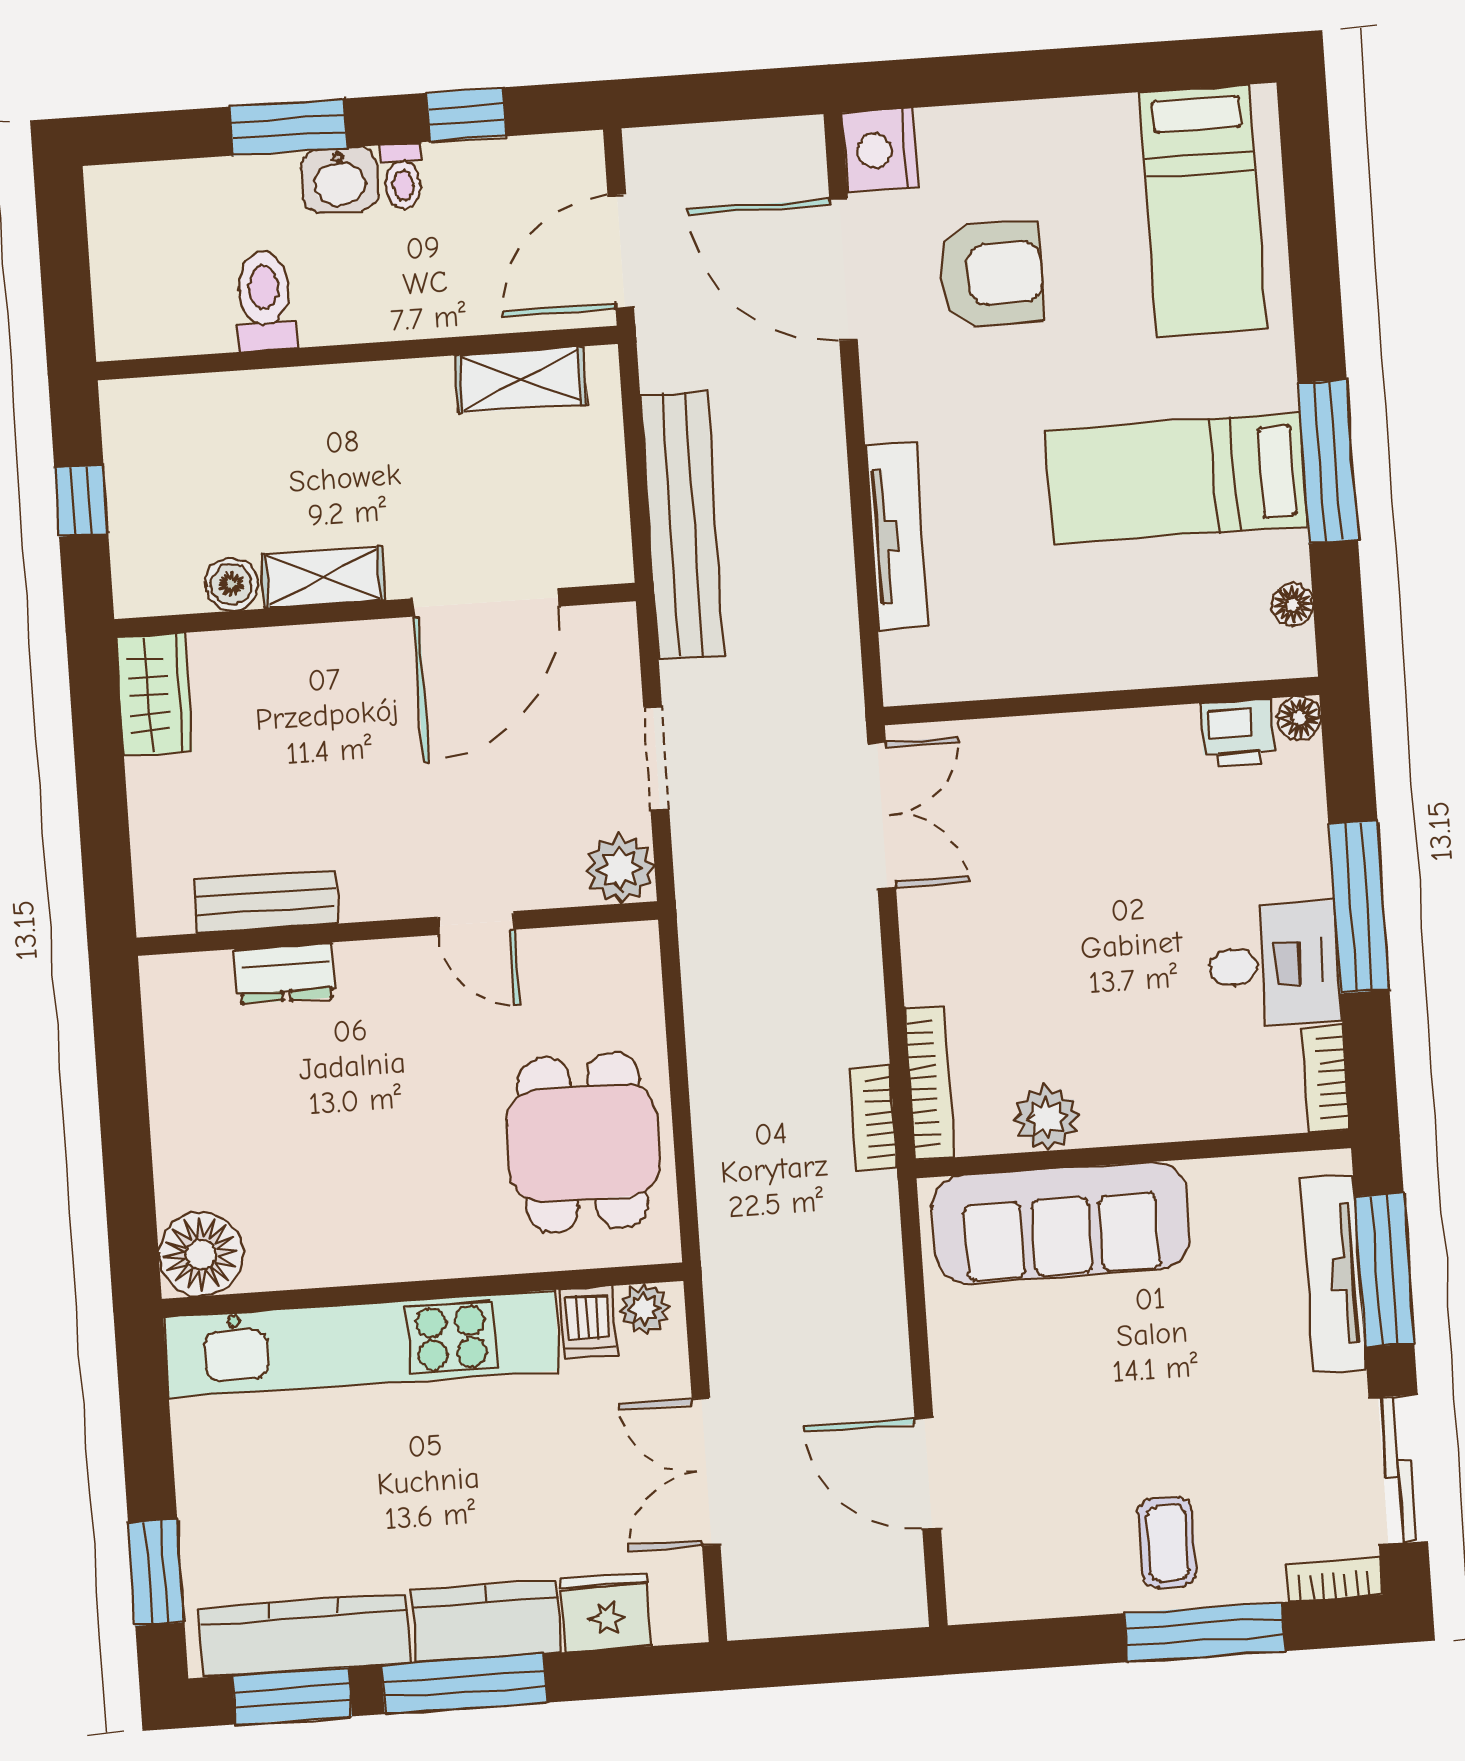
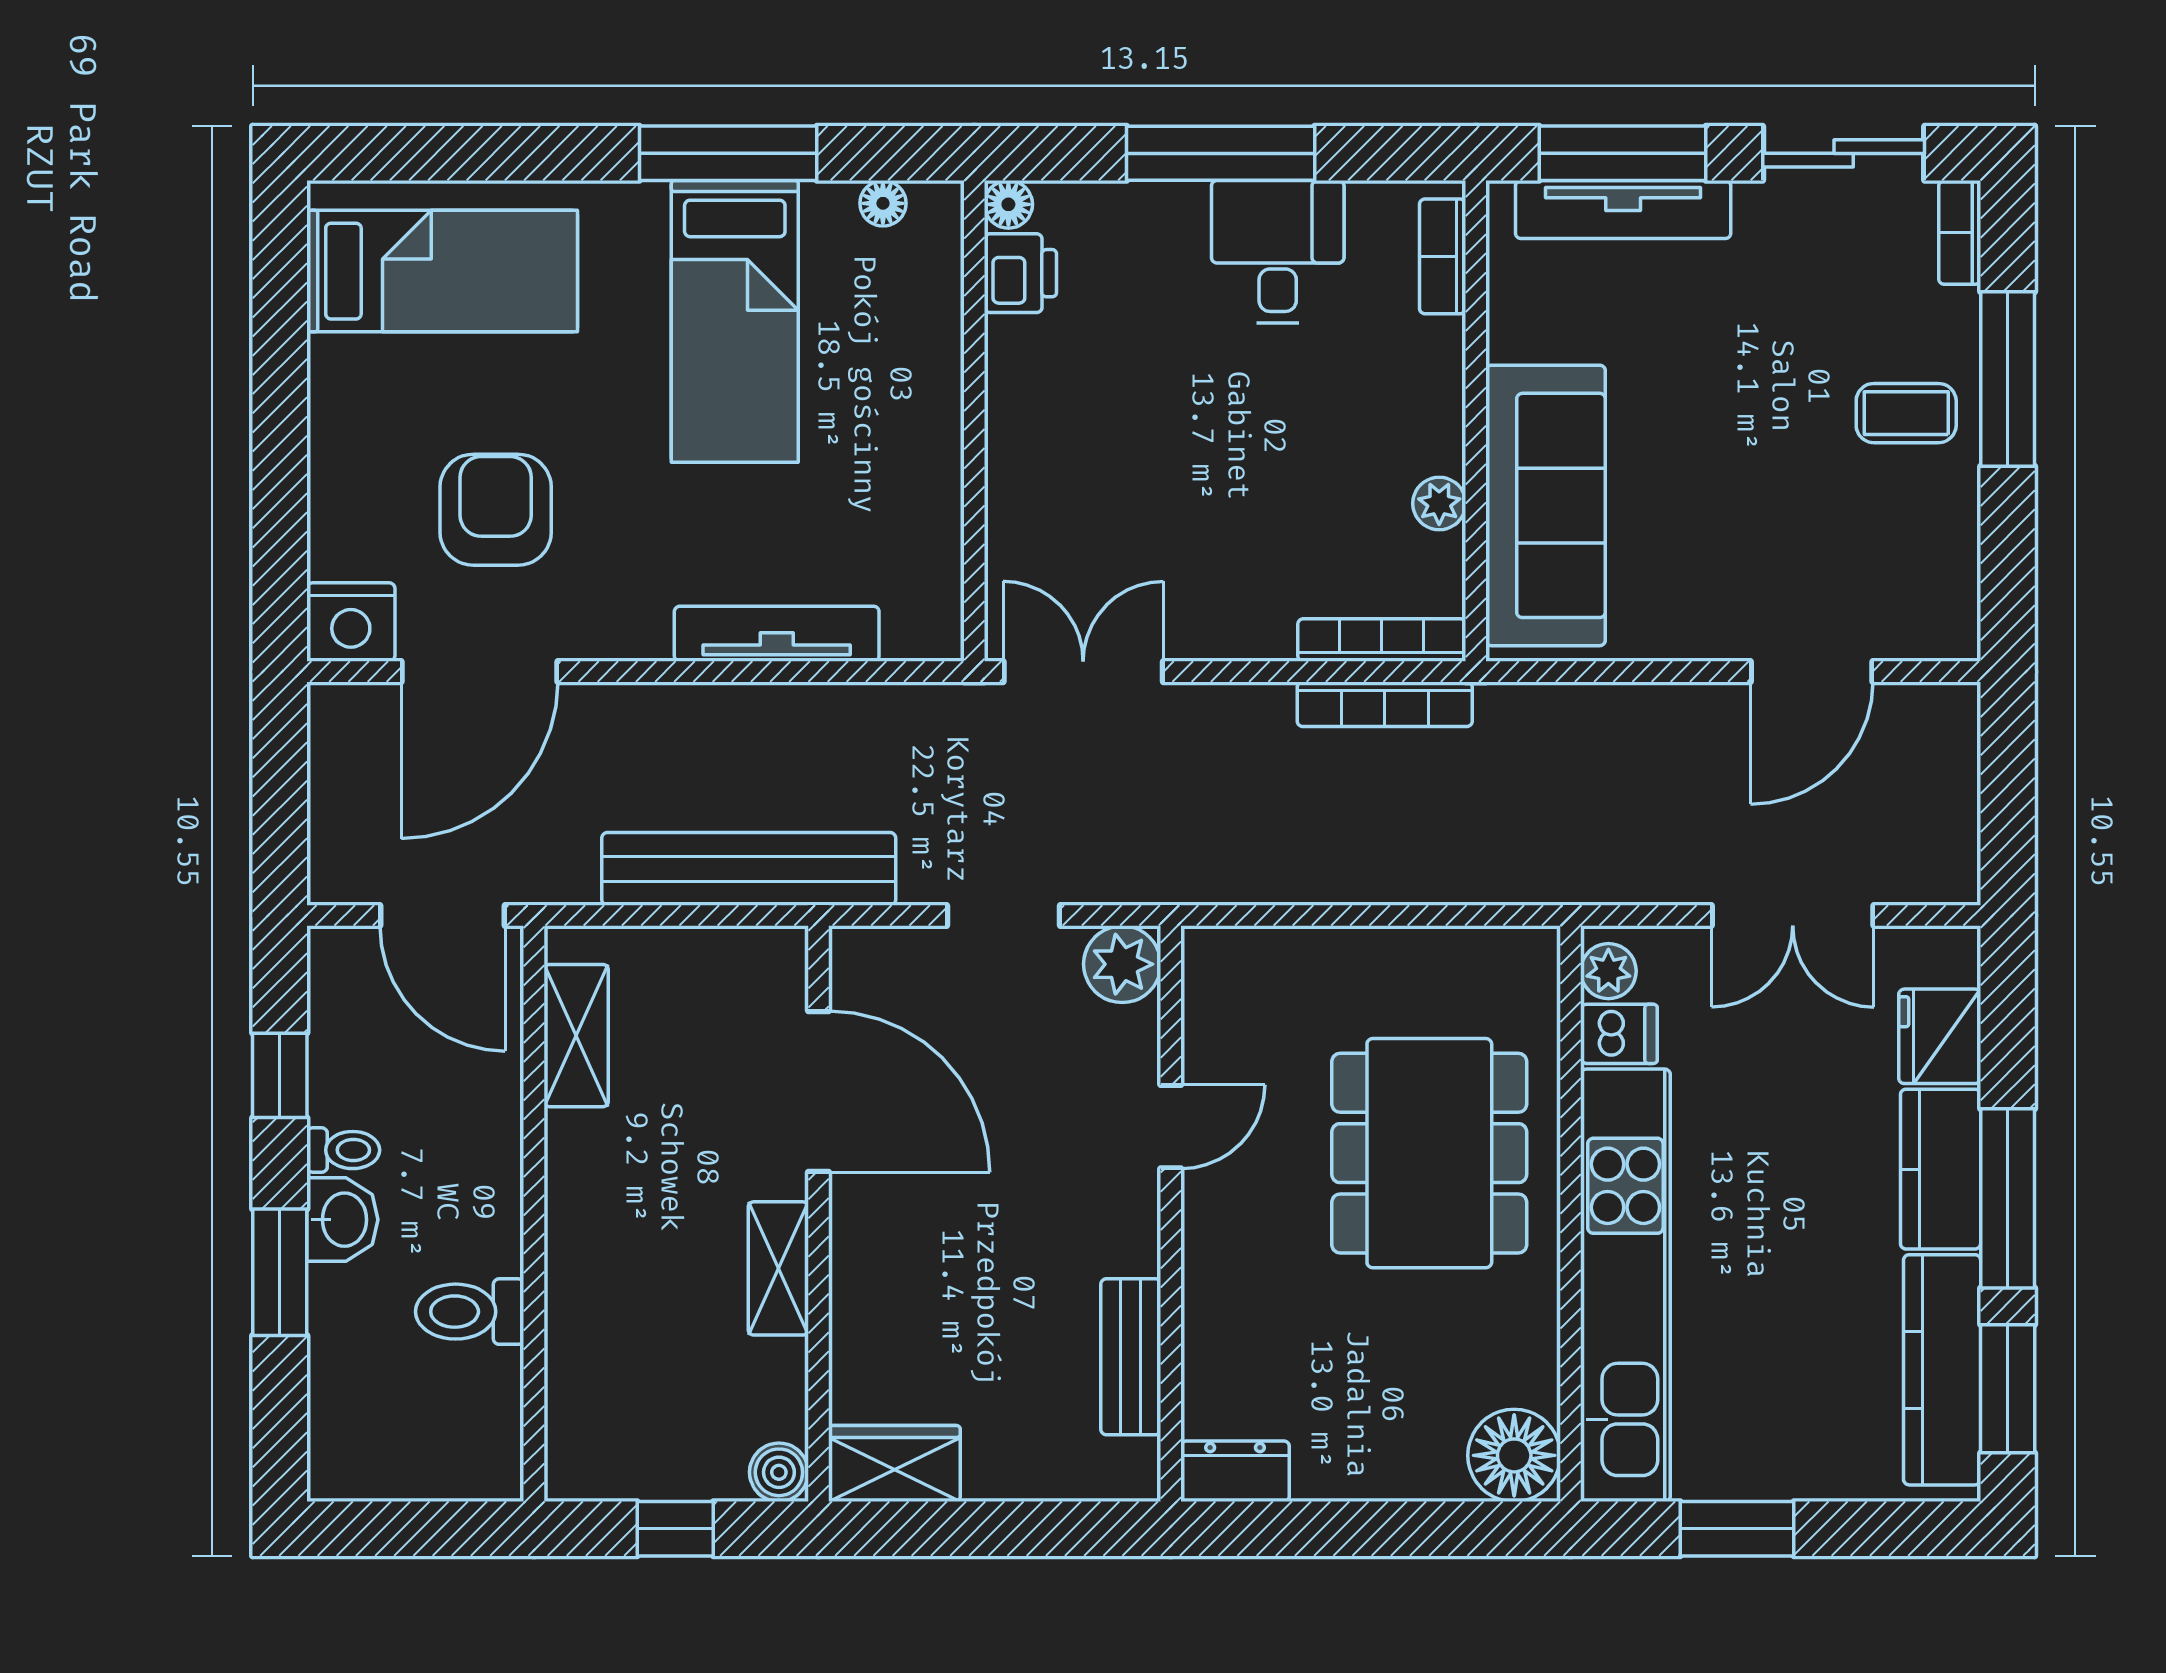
boiler: (231, 584) -> (779, 1472), moved
dresser: (285, 973) -> (1235, 1471), moved, turned -90
bookcase: (1325, 1078) -> (1443, 256), moved, turned 90
bookcase: (873, 1118) -> (1385, 704), width x1.56
plant: (1047, 1118) -> (1439, 503), width x0.73, depth x0.73
dining table: (583, 1143) -> (1429, 1153), moved, width x1.38
window: (156, 1573) -> (1737, 1529), moved

